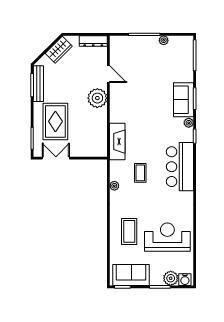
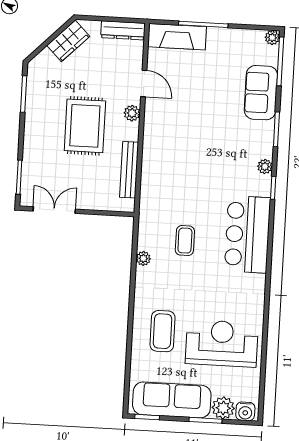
plant: (164, 40) -> (272, 38), moved
bench: (38, 84) -> (129, 170), moved
plant: (97, 98) -> (132, 113), width x0.53, depth x0.53
sofa: (183, 100) -> (261, 93), moved
rug: (55, 121) -> (85, 126), moved
fireplace: (117, 142) -> (177, 37), moved, turned 90
sofa: (131, 275) -> (172, 400), width x1.36

